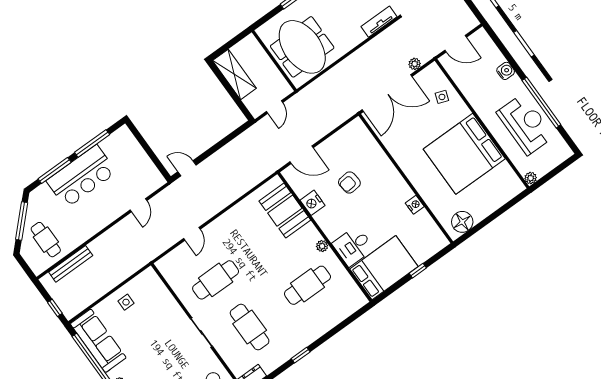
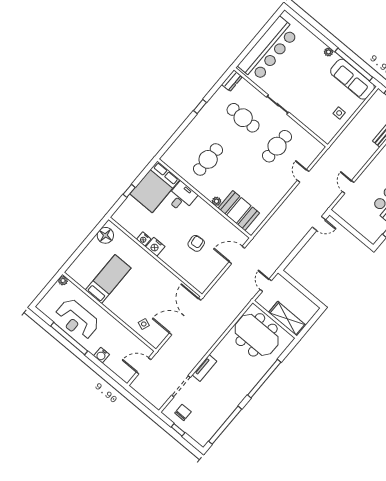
plant: (415, 64) -> (170, 343), removed
shelving: (234, 74) -> (287, 319), moved
bed: (464, 154) -> (108, 279), width x0.49
nightstand: (313, 203) -> (155, 247), moved, turned 180
plant: (322, 246) -> (216, 201), moved

